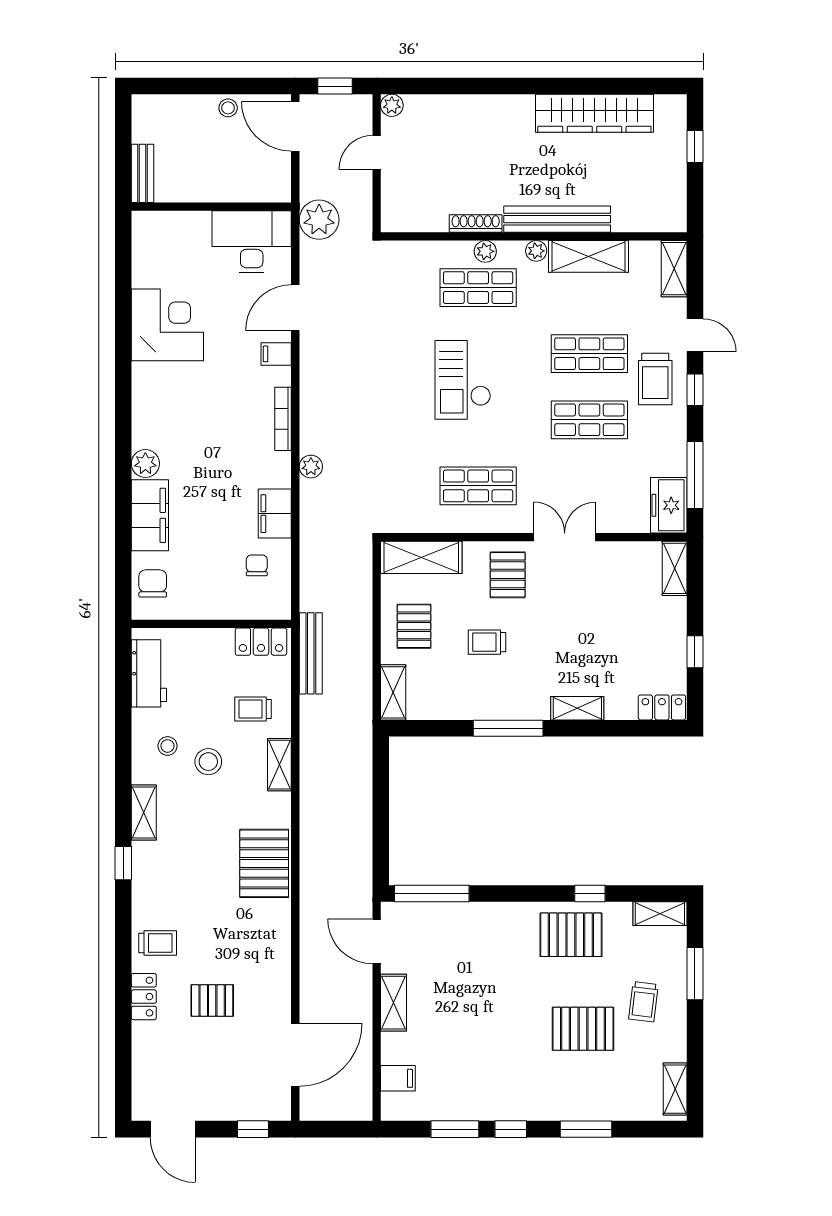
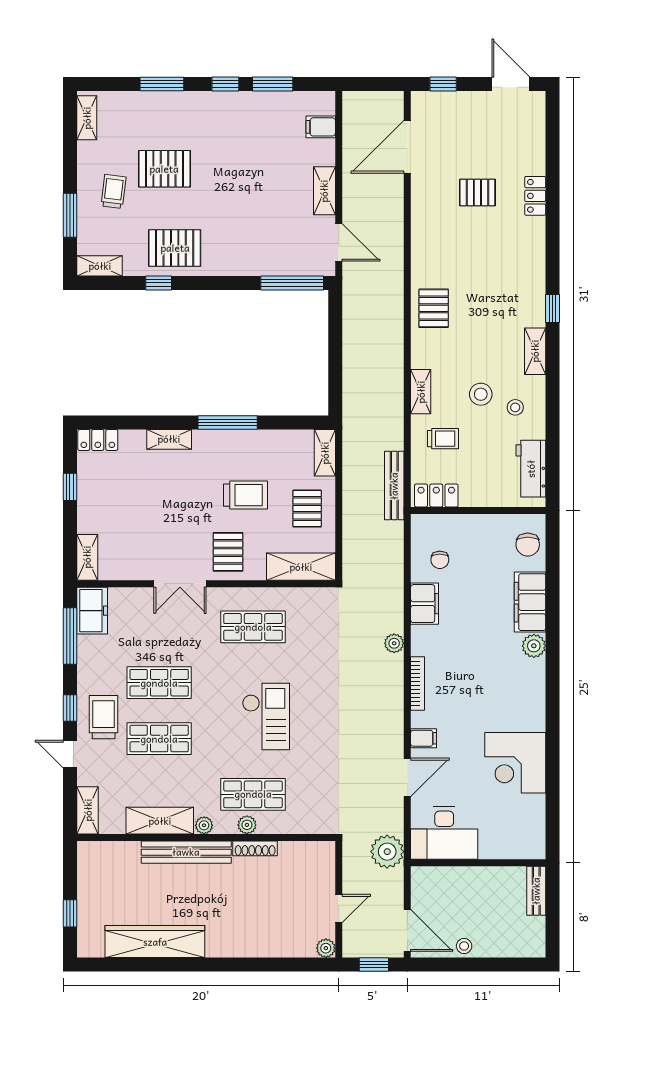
trolley: (487, 642) -> (246, 495), width x1.36, depth x1.39
pallet: (264, 863) -> (434, 308), width x0.67, depth x0.71
trolley: (158, 943) -> (524, 241), removed

